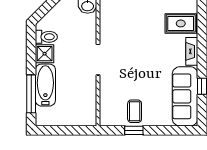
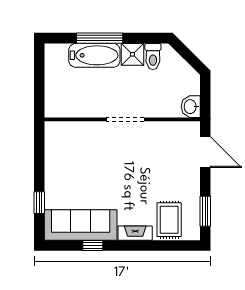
window: (31, 94) -> (100, 38), moved
coffee table: (135, 111) -> (63, 164), removed
window: (134, 130) -> (39, 203), moved

